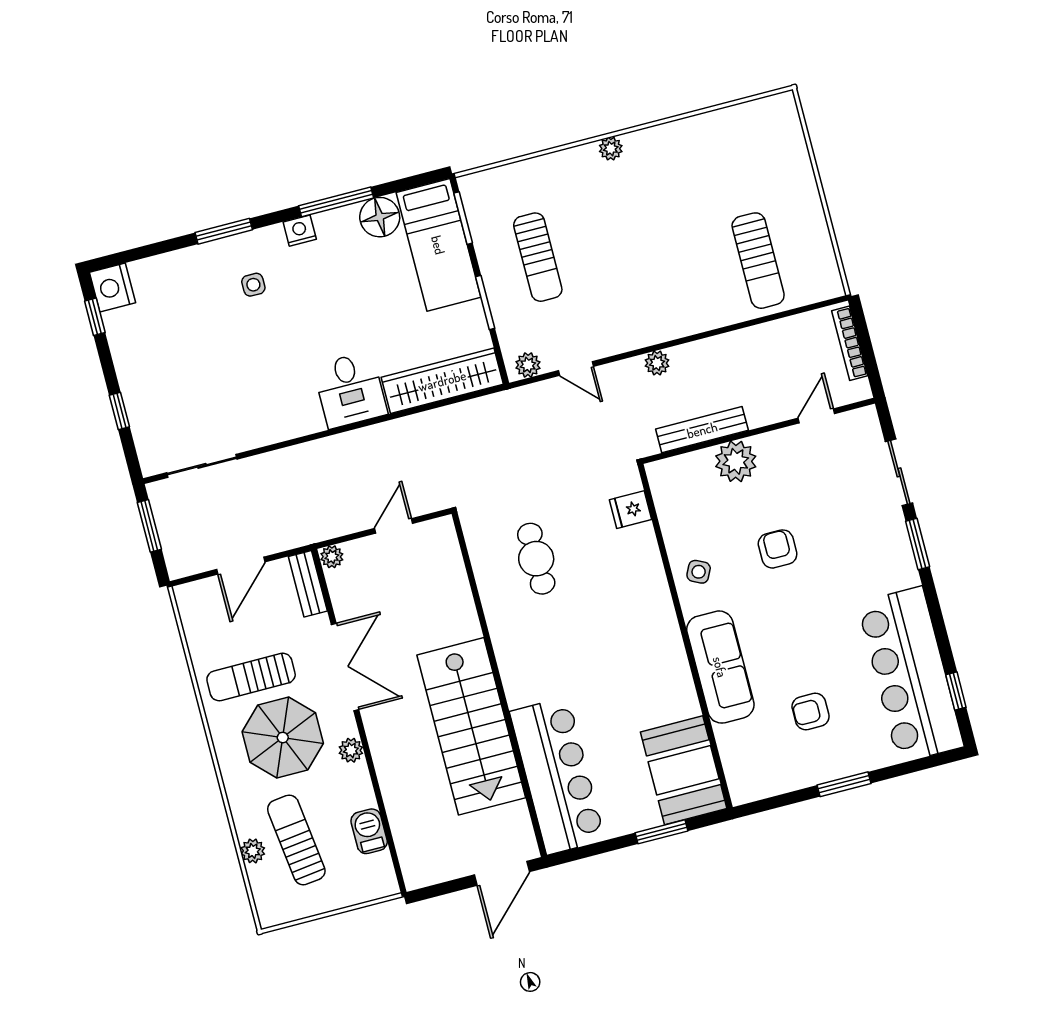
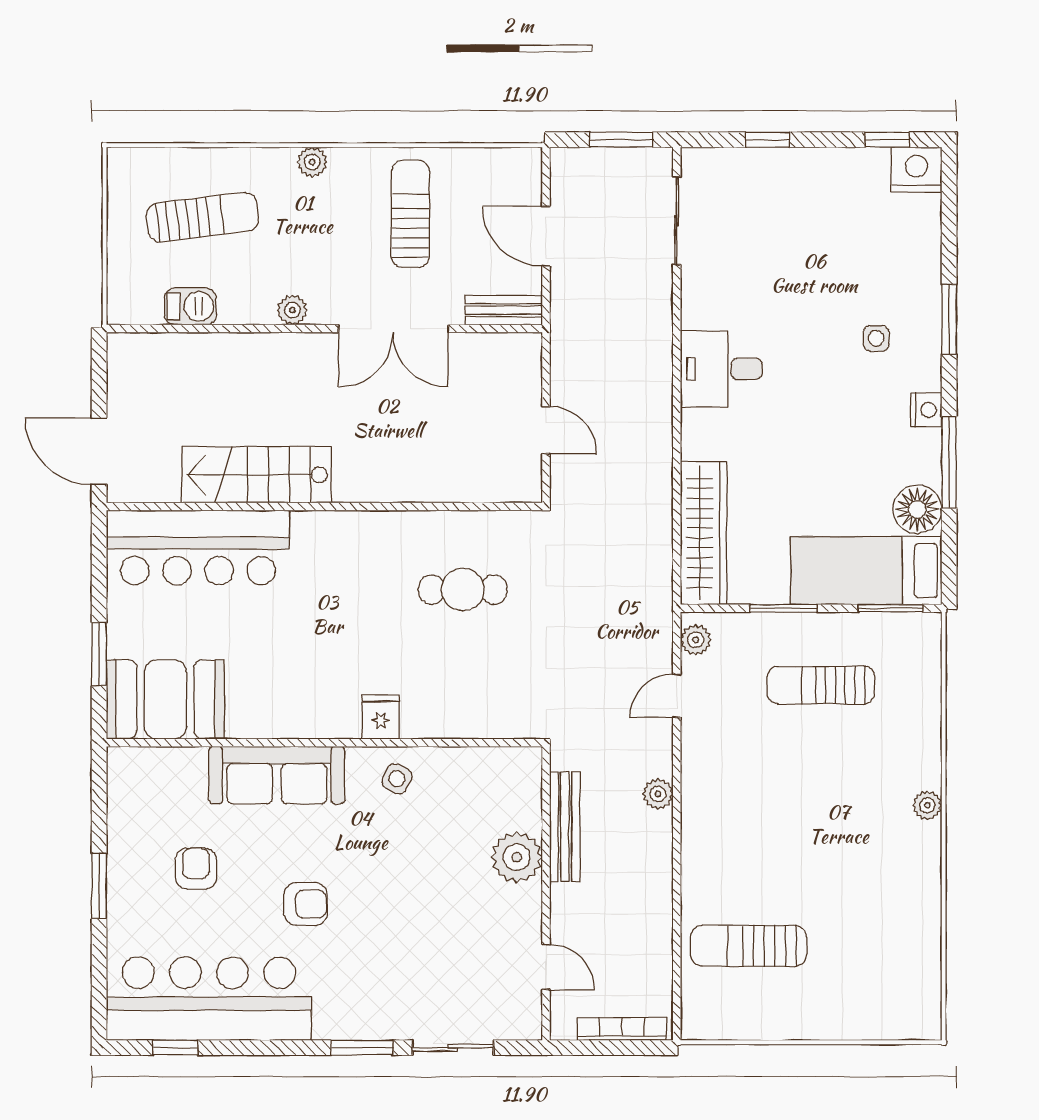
desk: (350, 390) -> (721, 369), moved
fridge: (631, 510) -> (381, 717), moved
armchair: (778, 549) -> (306, 904), moved
plant: (332, 557) -> (528, 347), removed
stairs: (471, 726) -> (256, 475), width x0.73, depth x0.66
parasol: (283, 738) -> (329, 233), removed
plant: (253, 851) -> (312, 162), moved

